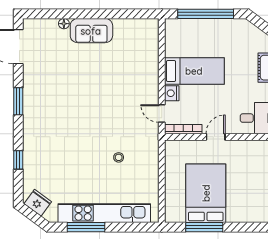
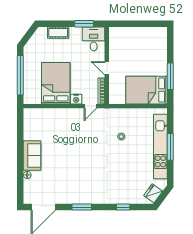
bed: (194, 71) -> (56, 83), width x1.50
bed: (206, 193) -> (146, 90), moved
window: (86, 227) -> (170, 147), moved

